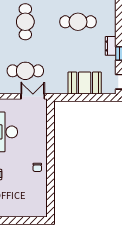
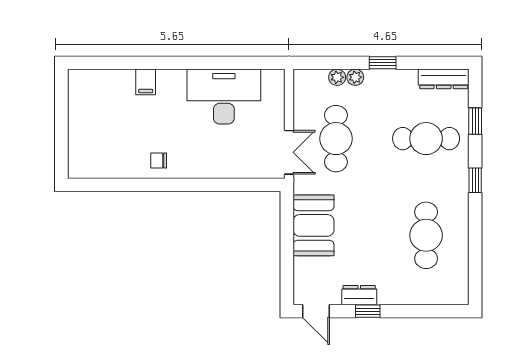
dresser: (111, 46) -> (359, 295), moved
booth: (85, 83) -> (313, 225), moved

